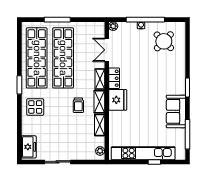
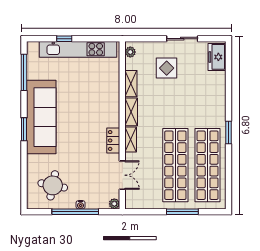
round table: (164, 41) -> (53, 185), turned -33
fridge: (118, 100) -> (109, 114), removed
trolley: (78, 105) -> (157, 108), removed
display table: (35, 107) -> (167, 68), moved
sofa: (176, 111) -> (41, 117), width x1.85, depth x1.27

